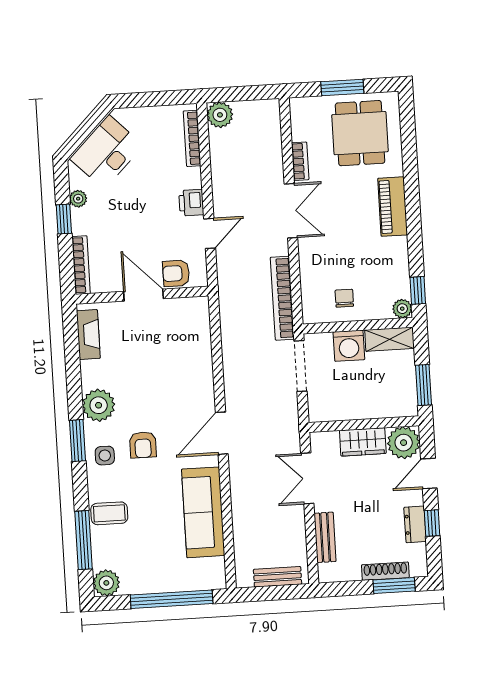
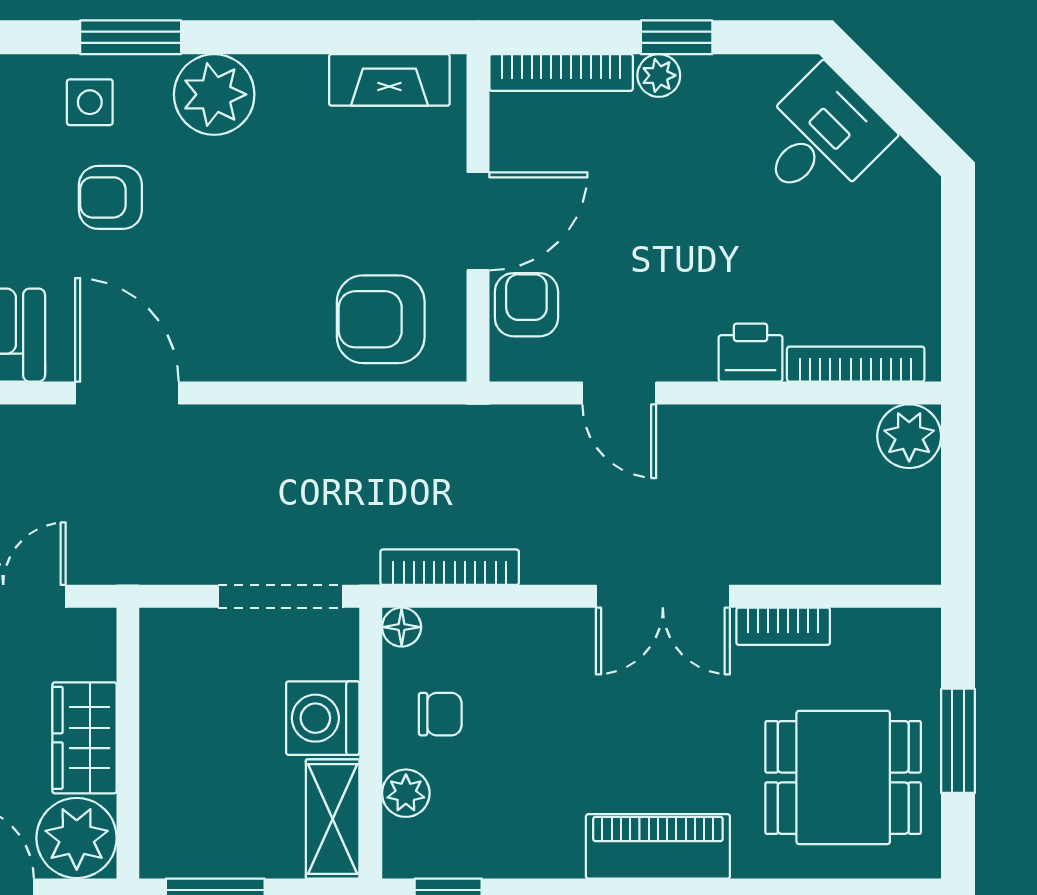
desk: (106, 152) -> (821, 138), width x0.73
plant: (78, 199) -> (659, 75), moved
printer: (191, 203) -> (751, 353), moved
bookcase: (282, 298) -> (450, 567), width x0.68, depth x0.76
plant: (402, 309) -> (406, 793), moved
floor lamp: (310, 316) -> (402, 627), added
armchair: (186, 332) -> (381, 319), added

